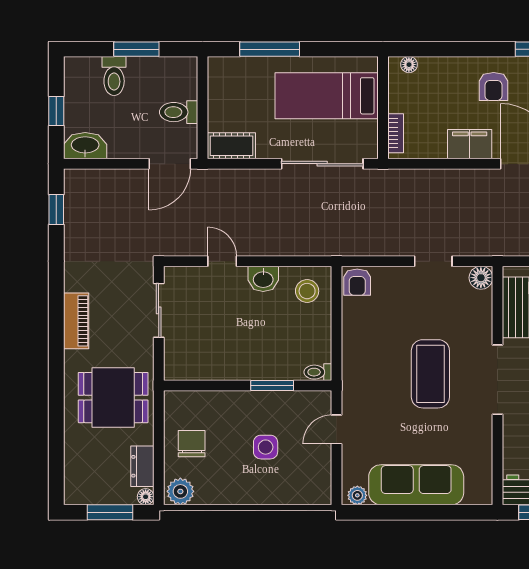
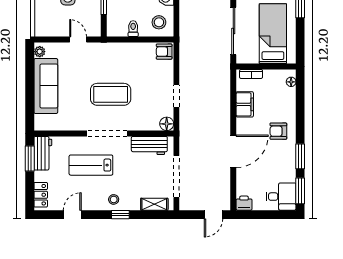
filing cabinet: (470, 144) -> (245, 104), moved
toilet: (318, 372) -> (133, 29), moved

